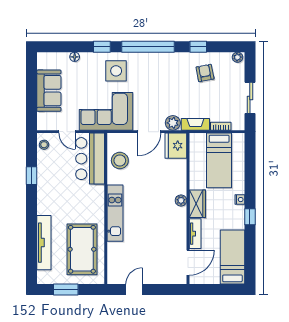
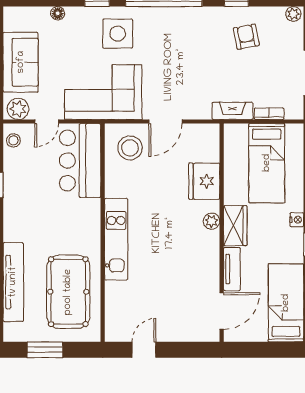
plant: (173, 123) -> (18, 109), moved
door: (67, 132) -> (47, 122), hinge flipped
fridge: (176, 146) -> (204, 181), moved
stool: (120, 161) -> (130, 148), moved

